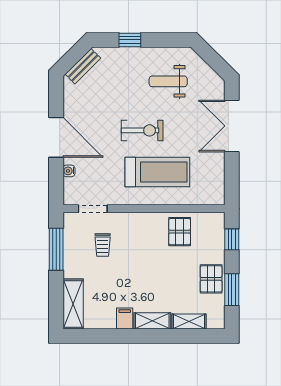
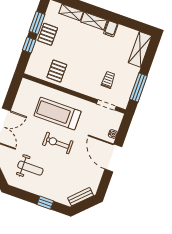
window: (232, 239) -> (29, 45), moved

